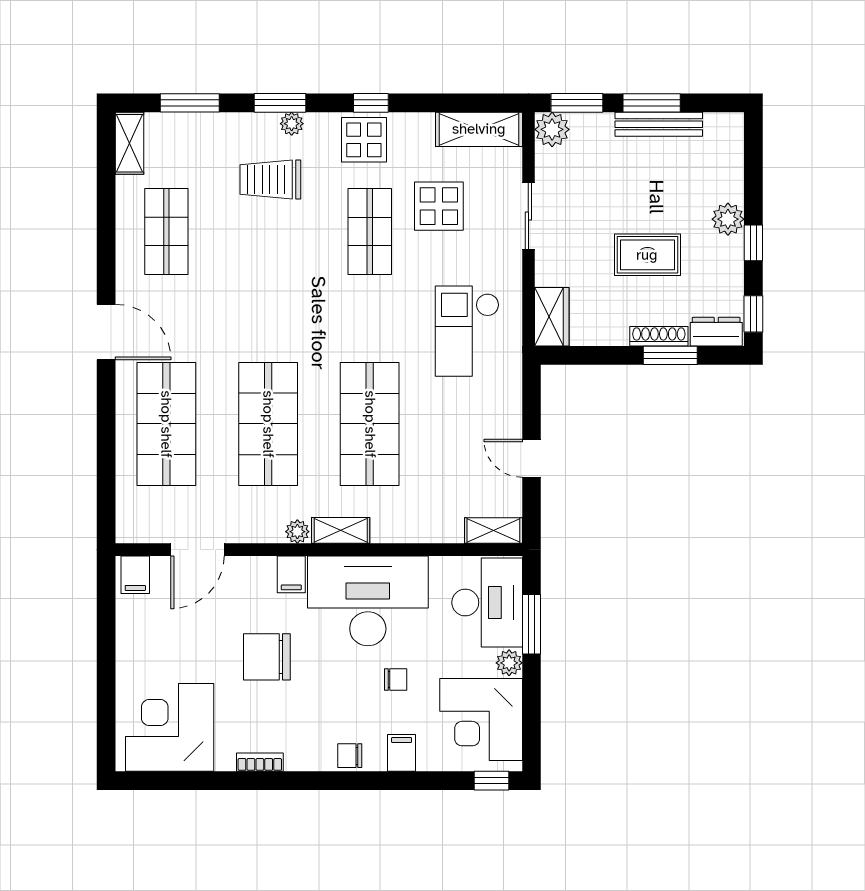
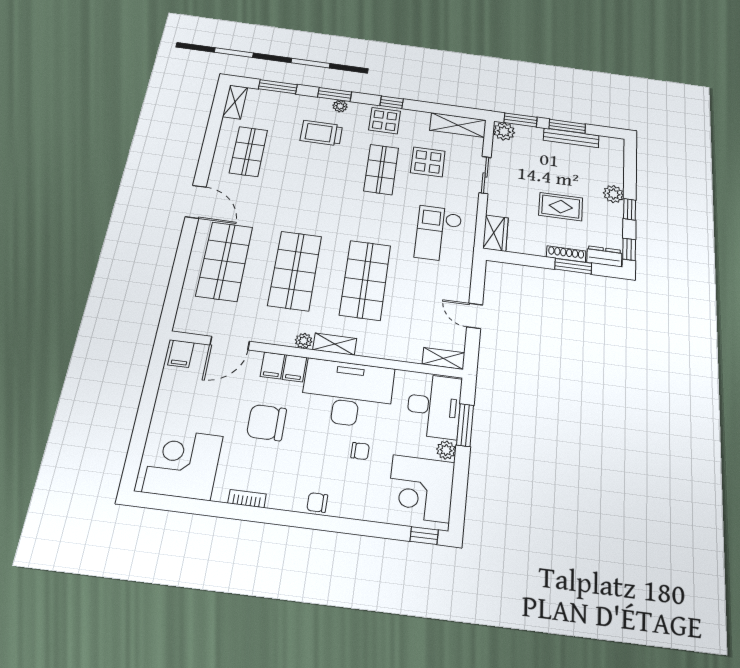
filing cabinet: (402, 753) -> (272, 365), moved, turned 180

